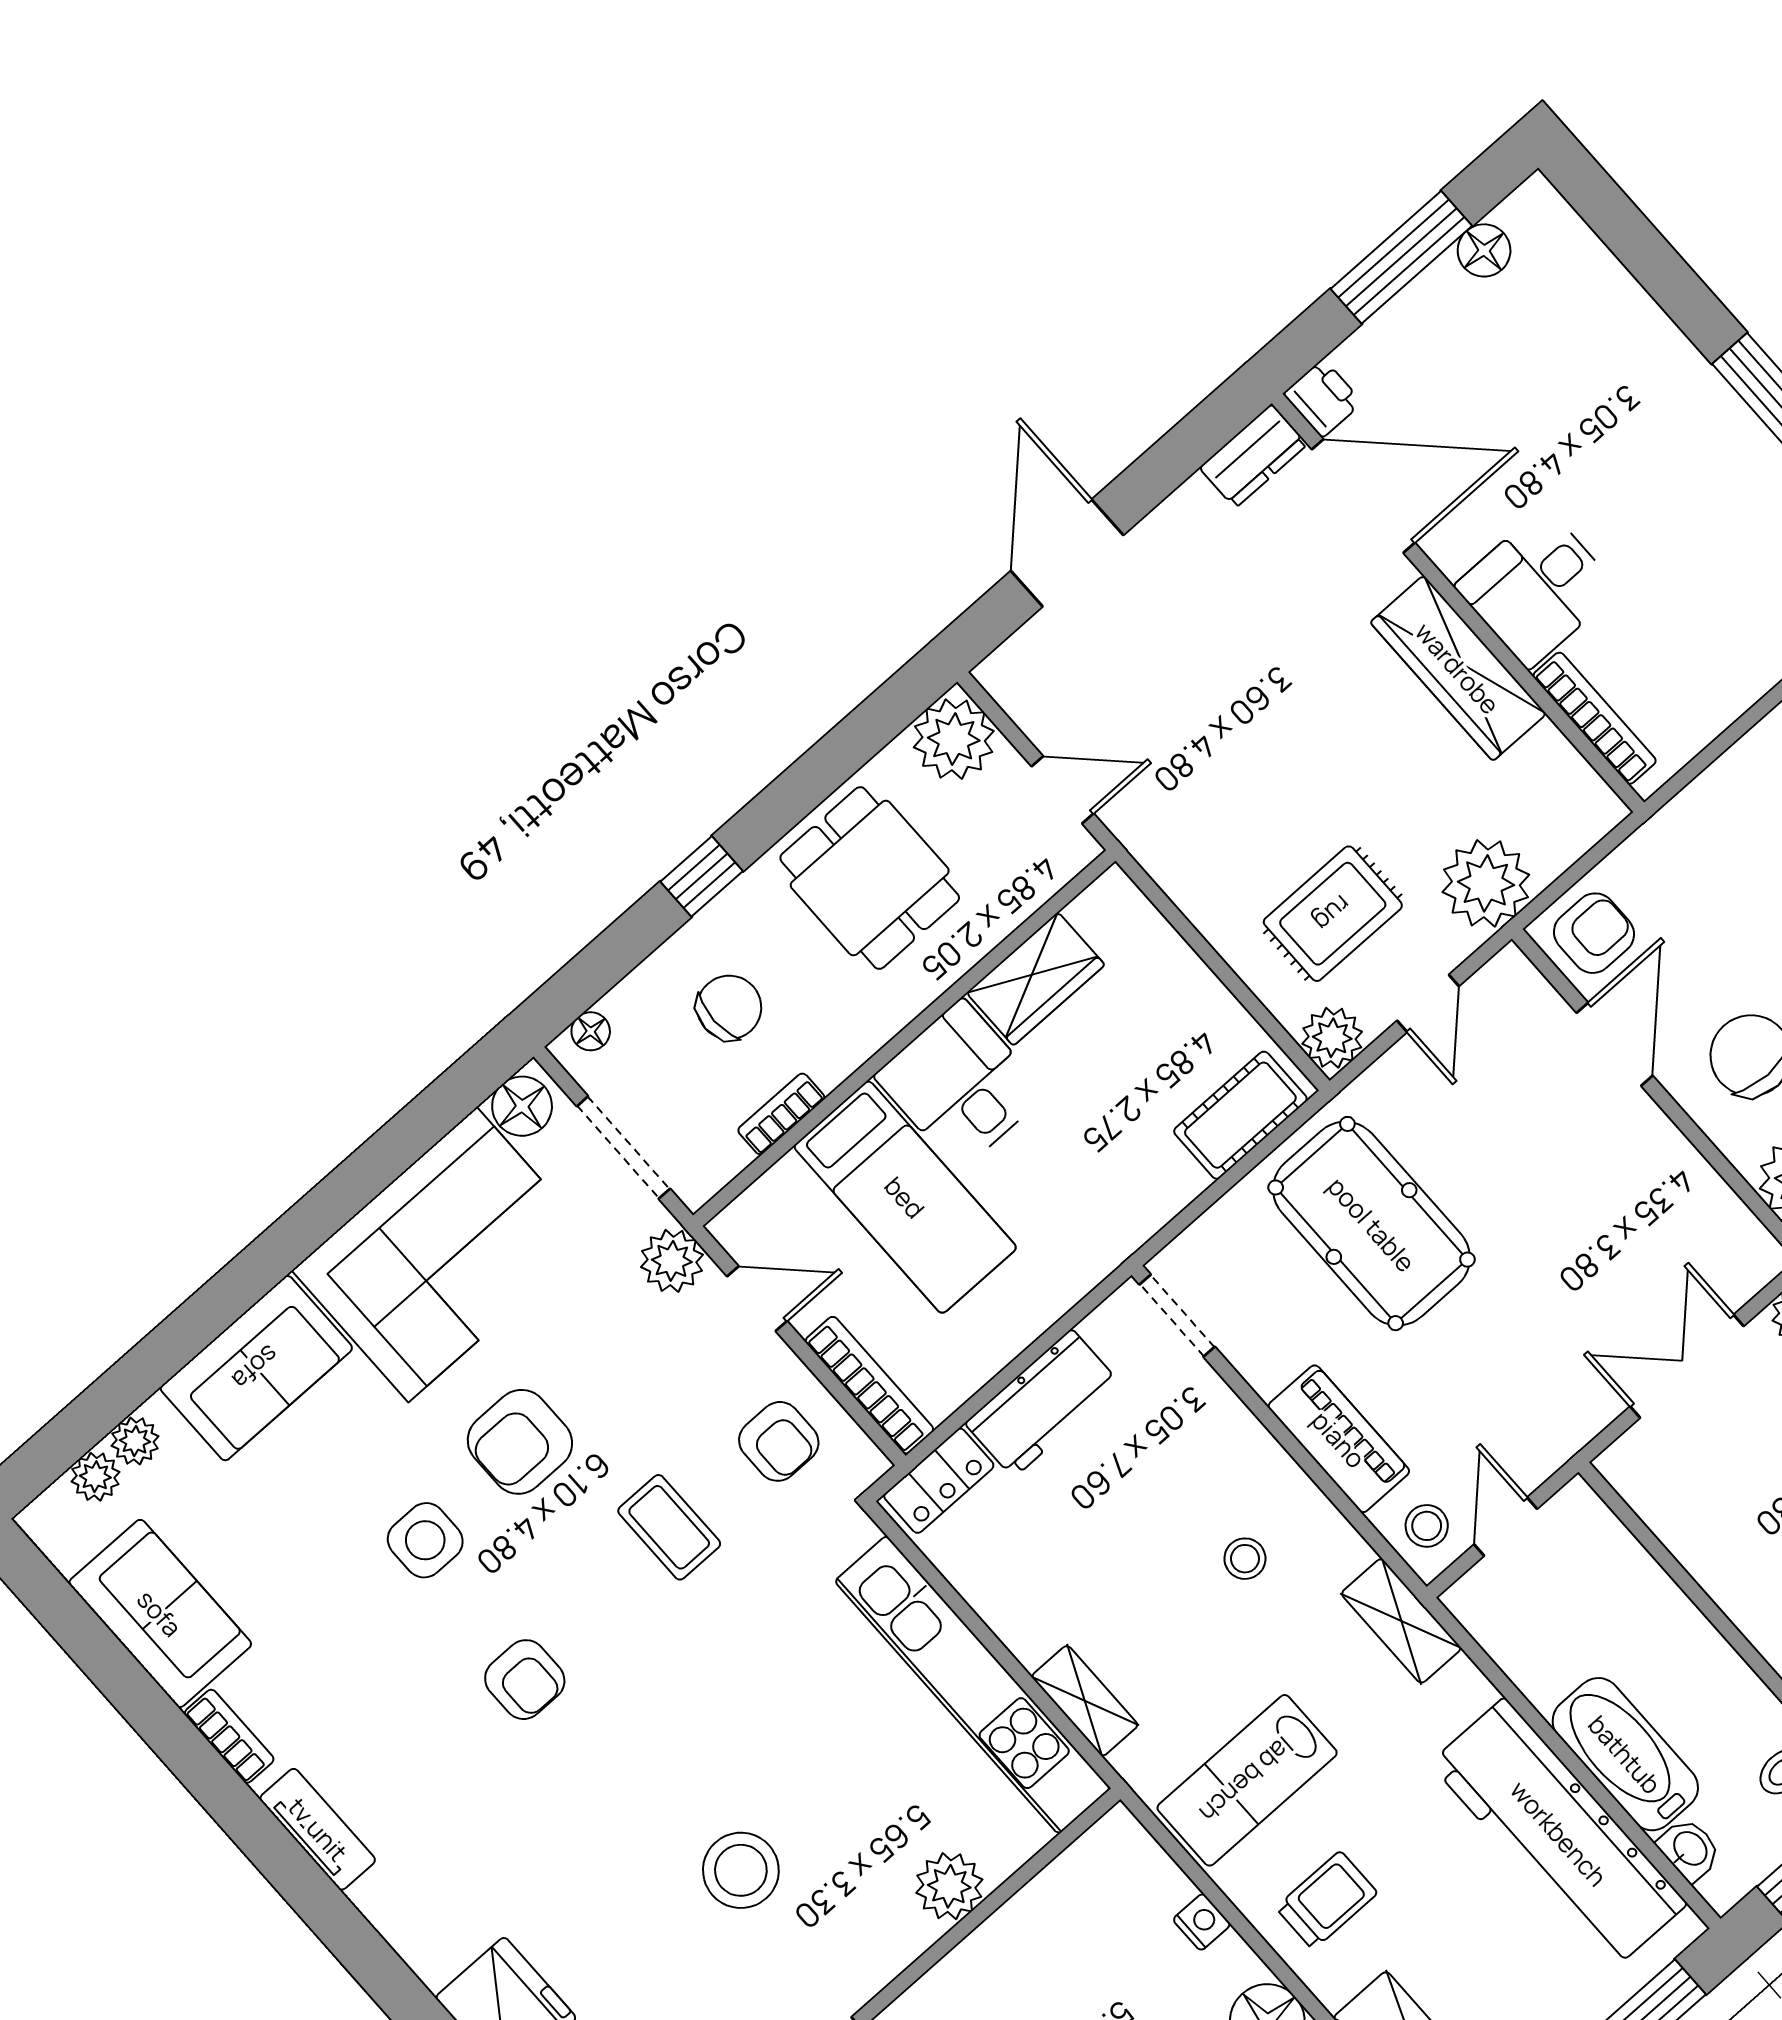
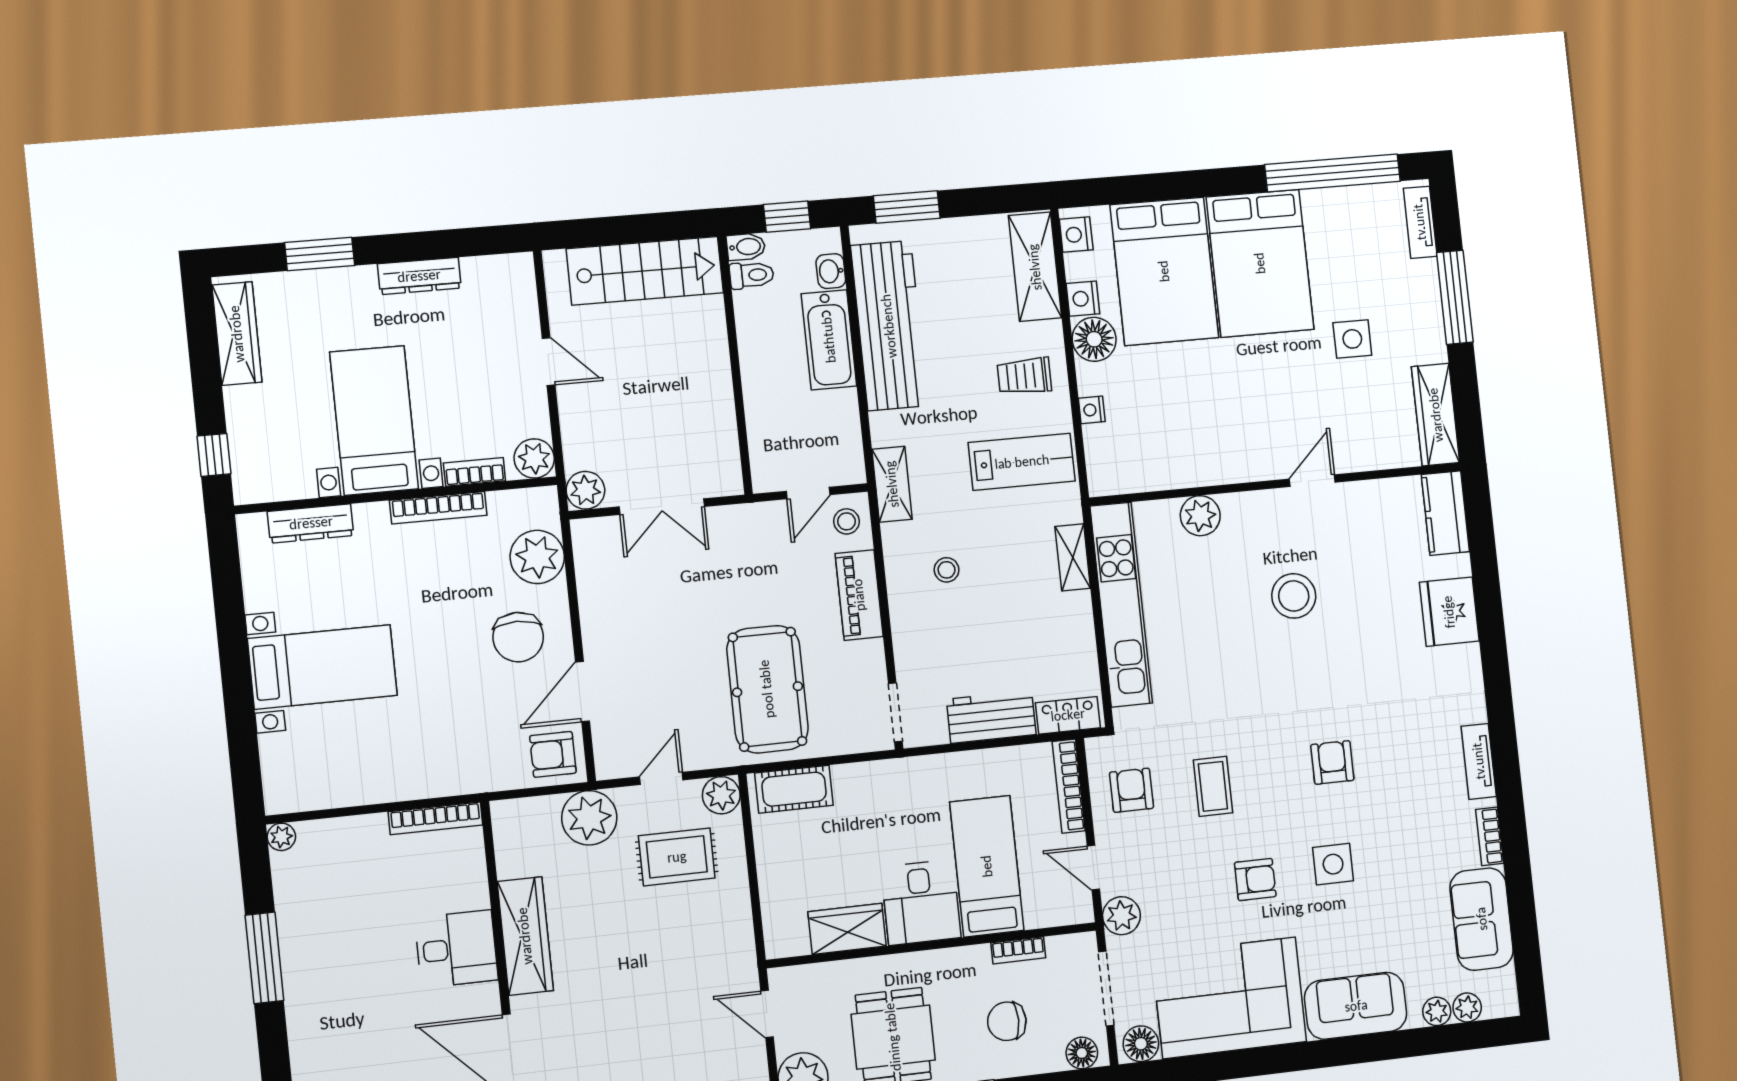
bookcase: (1595, 718) -> (435, 818), moved, turned -90
floor lamp: (591, 1031) -> (1082, 1053), width x1.37, depth x1.37
armchair: (520, 1442) -> (1255, 879), width x0.72, depth x0.72

